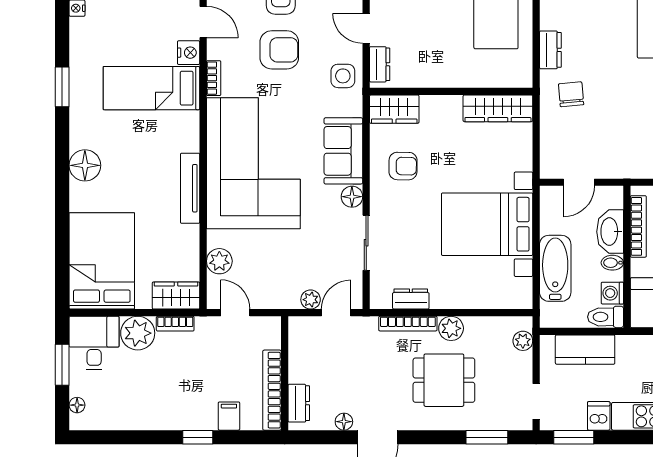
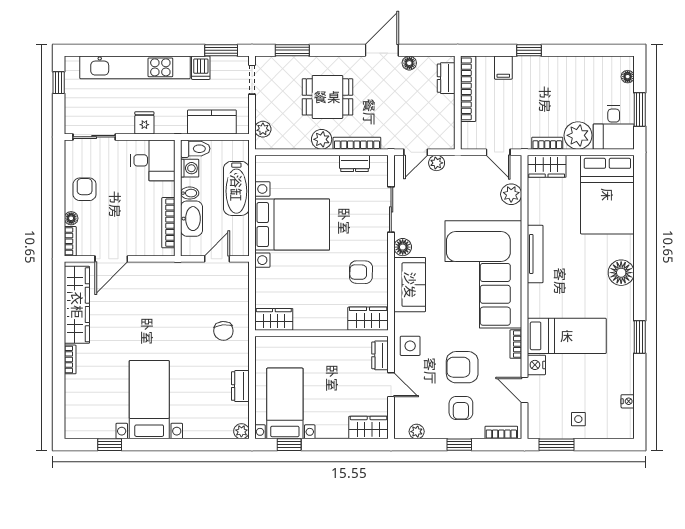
dresser: (550, 50) -> (240, 386), moved
wardrobe: (498, 108) -> (274, 319), width x0.67

